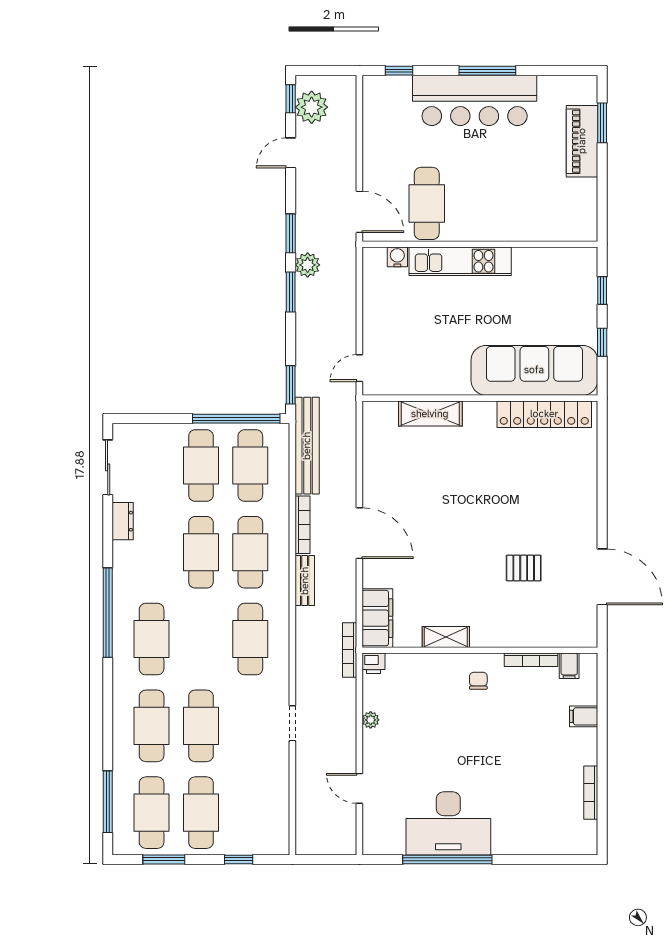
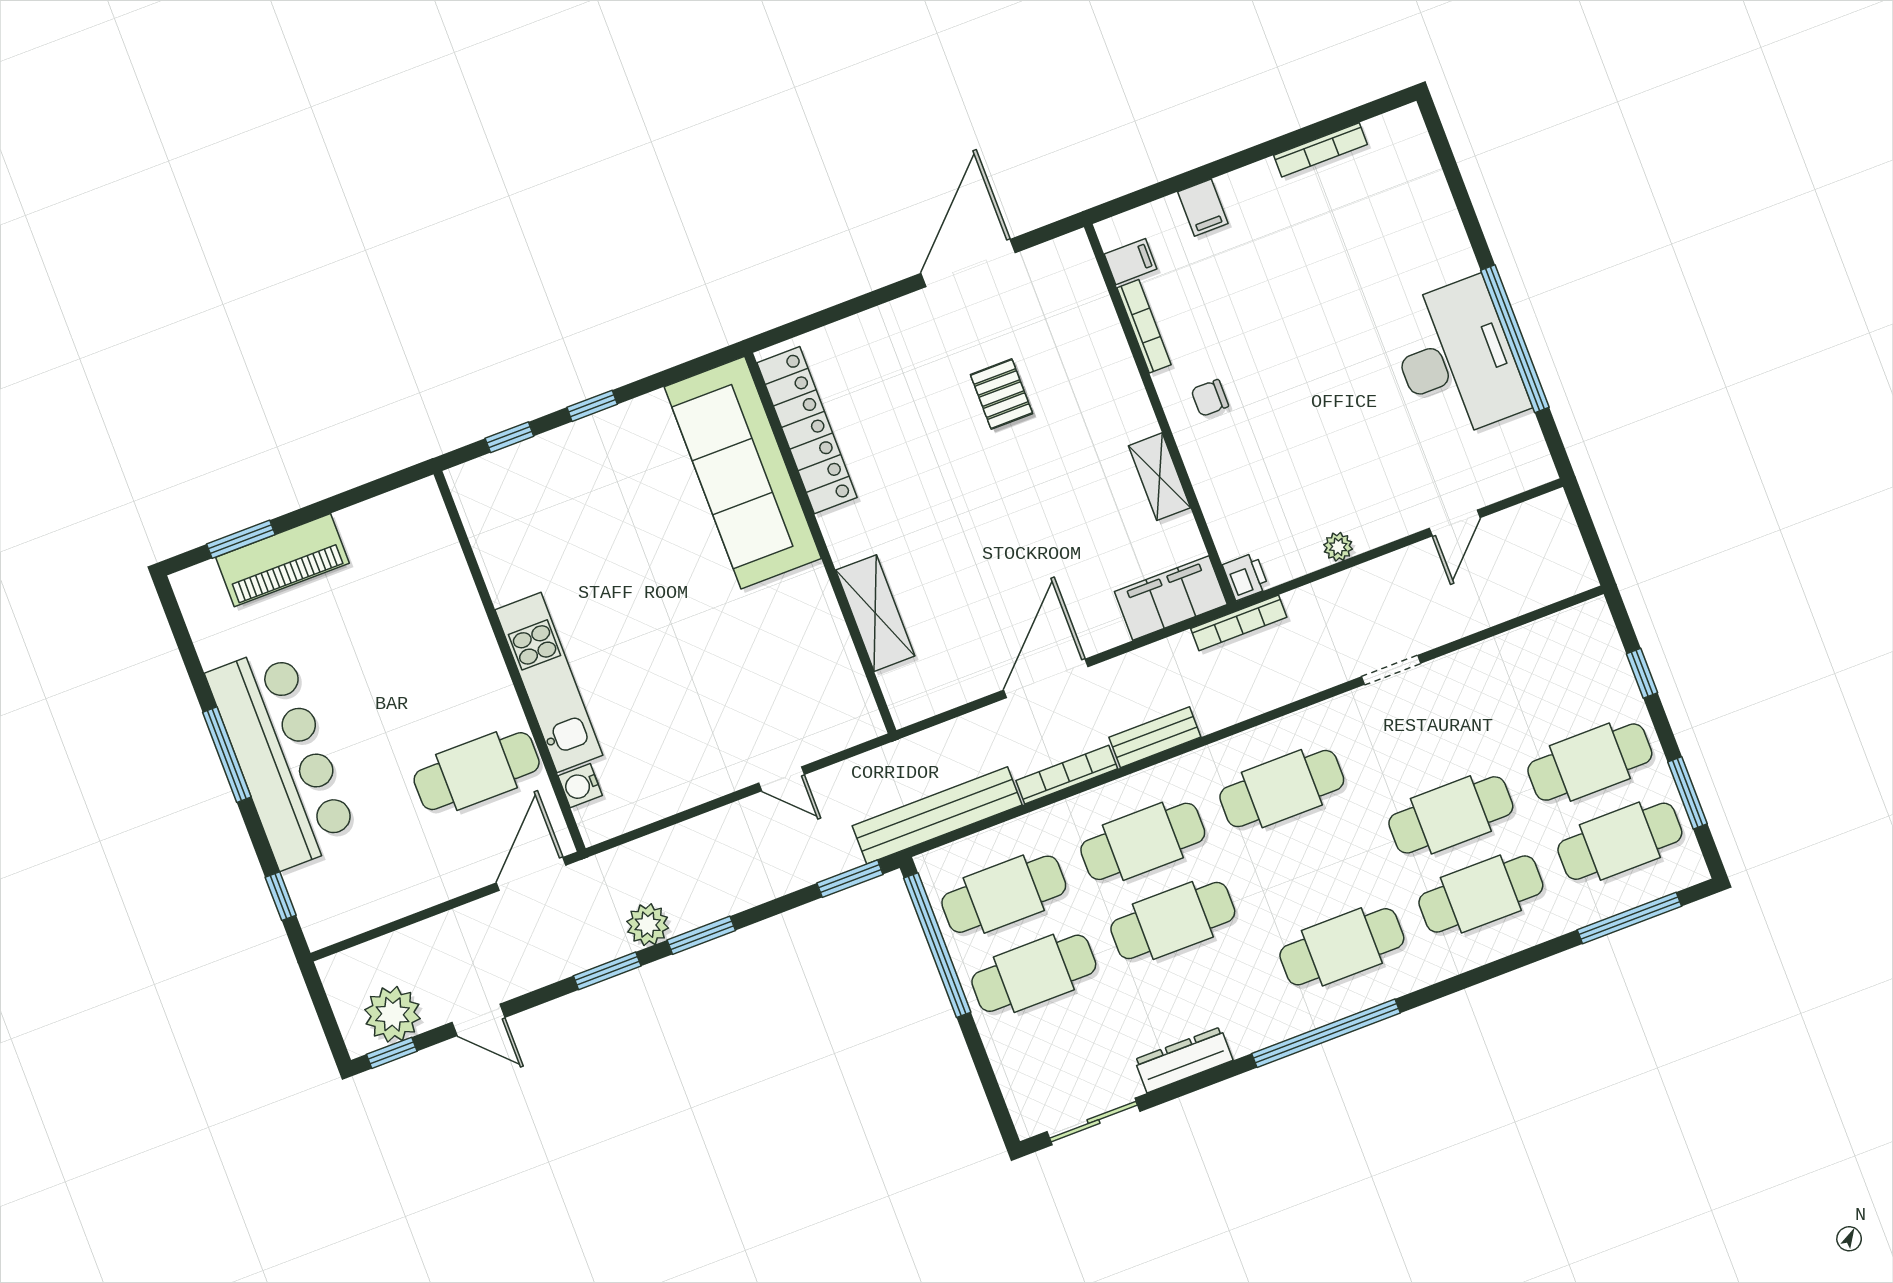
sofa: (534, 370) -> (743, 473), moved
wall: (480, 398) -> (820, 543), moved
shelving: (430, 414) -> (875, 613), moved
locker: (544, 414) -> (807, 430), moved
dresser: (123, 521) -> (1184, 1060), width x1.44

